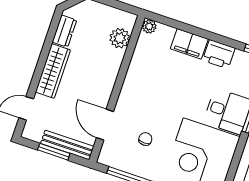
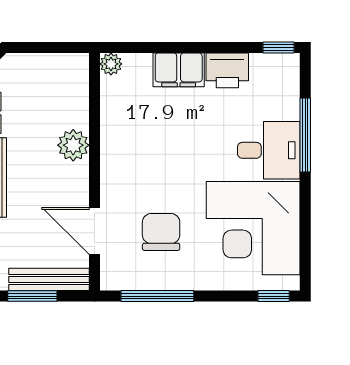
plant: (120, 38) -> (73, 145), moved
chair: (145, 139) -> (161, 232), width x1.87, depth x1.87

